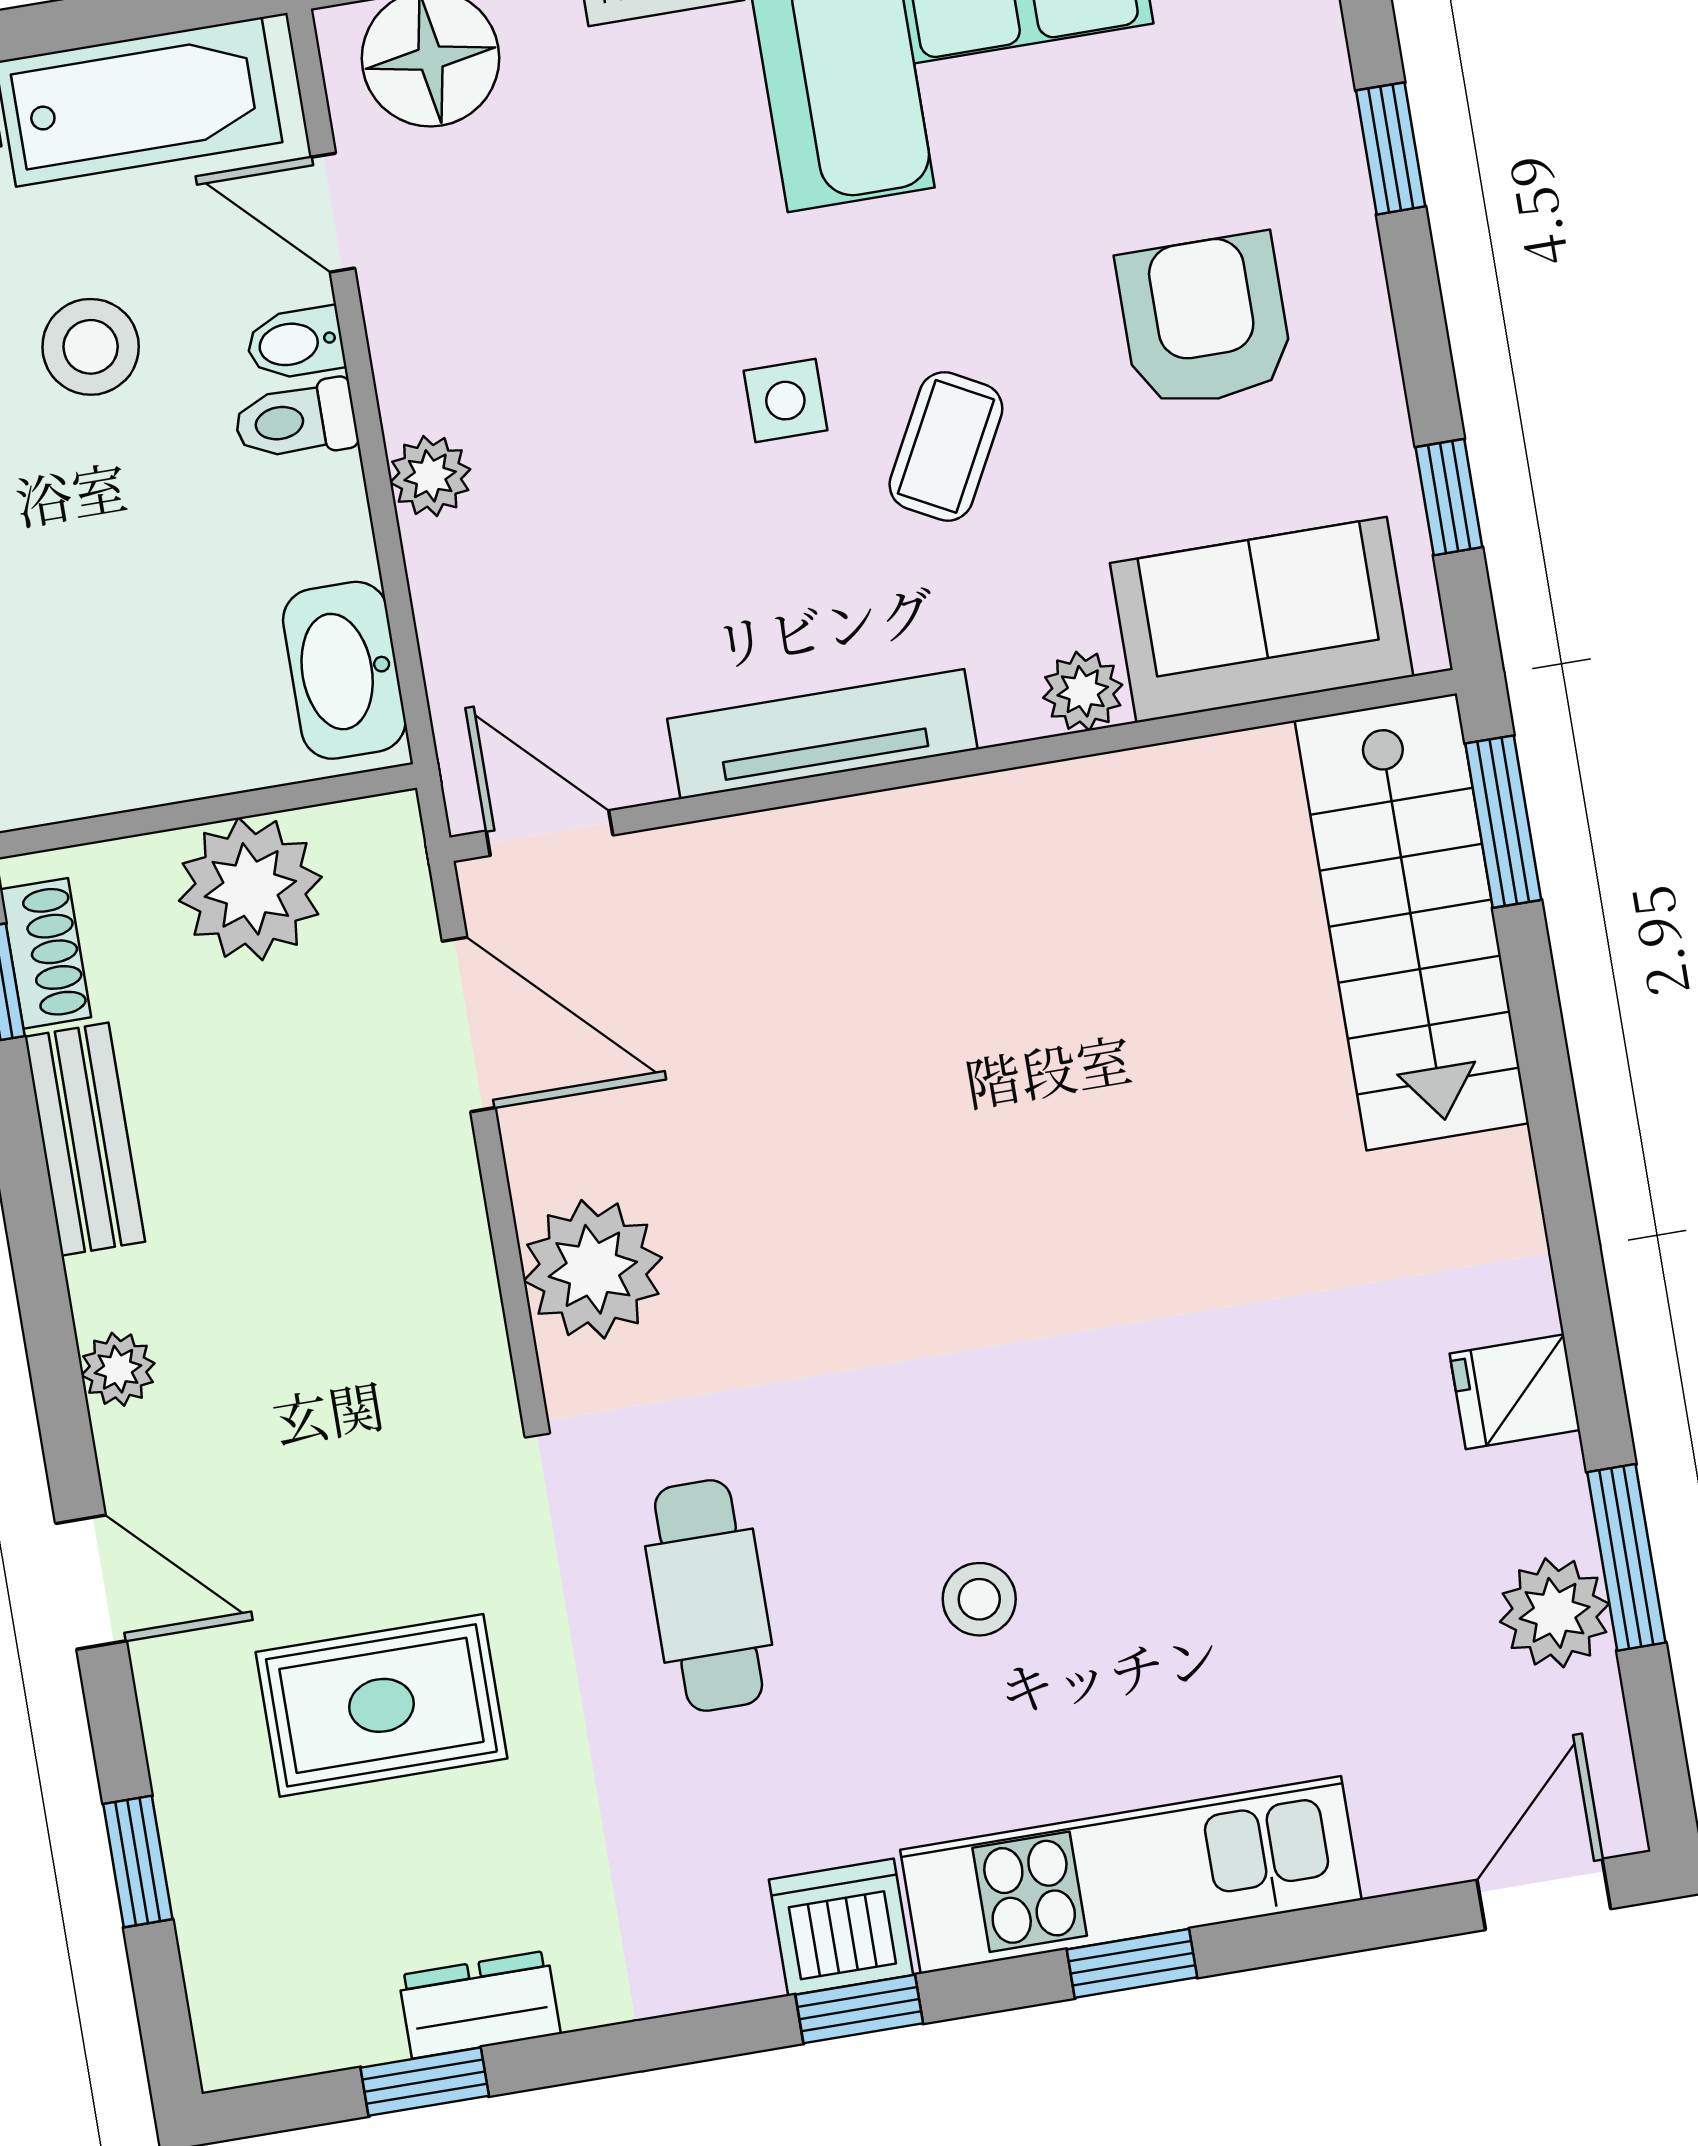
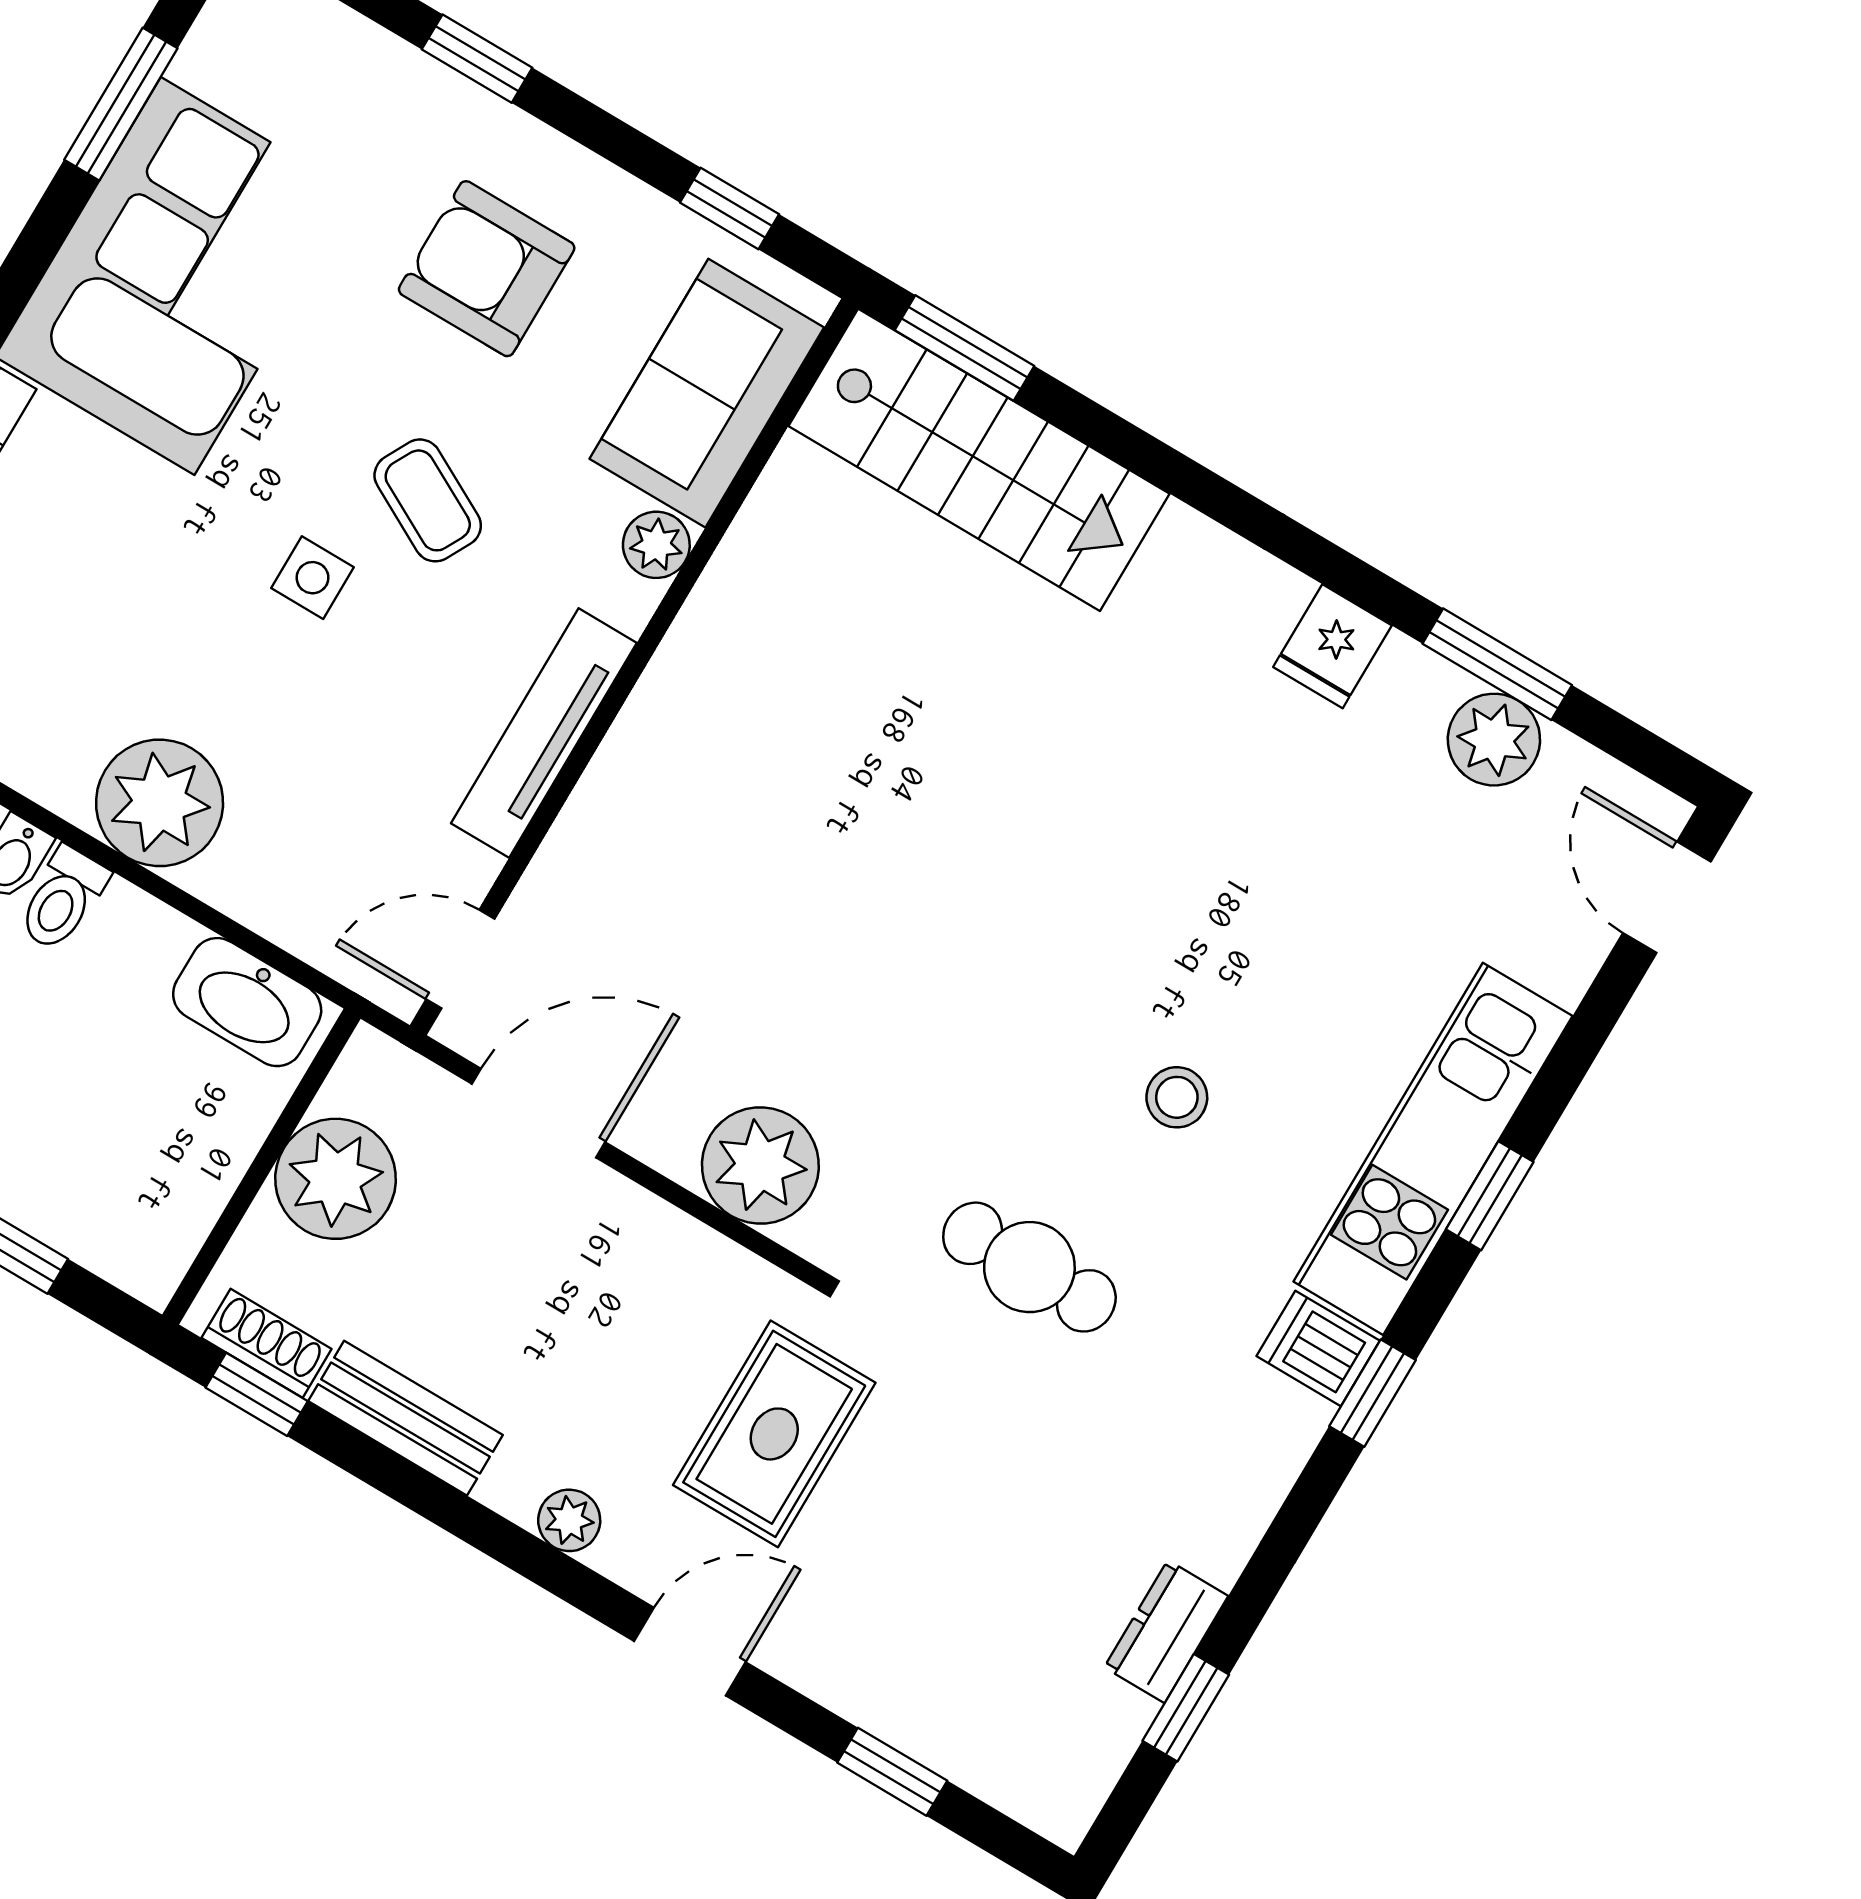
plant: (430, 476) -> (160, 803), width x1.87, depth x1.87
rug: (382, 1705) -> (774, 1434), moved
dishwasher: (841, 1927) -> (1318, 1348), width x0.73

